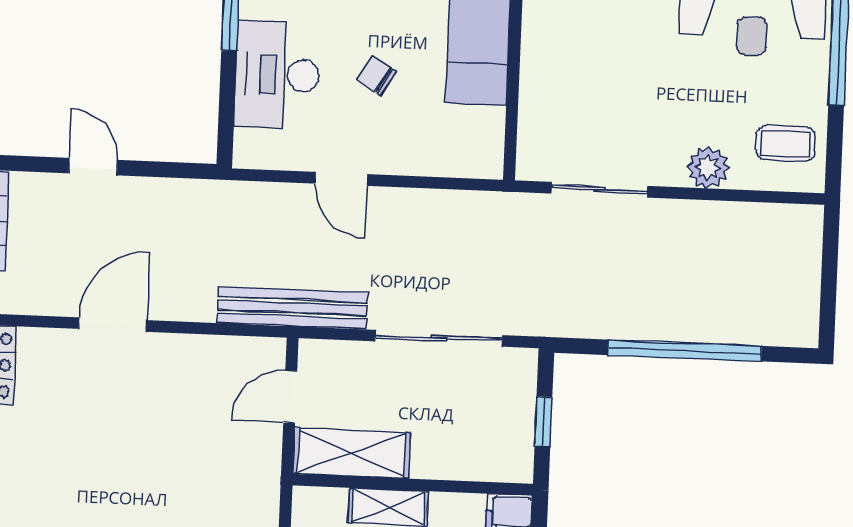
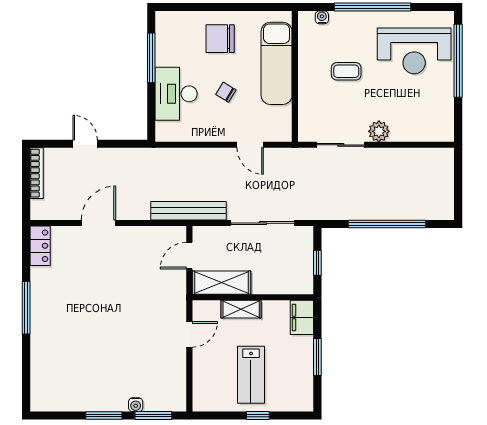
coffee table: (786, 143) -> (346, 71), moved
plant: (708, 167) -> (379, 131), moved
door: (341, 179) -> (250, 145), moved

